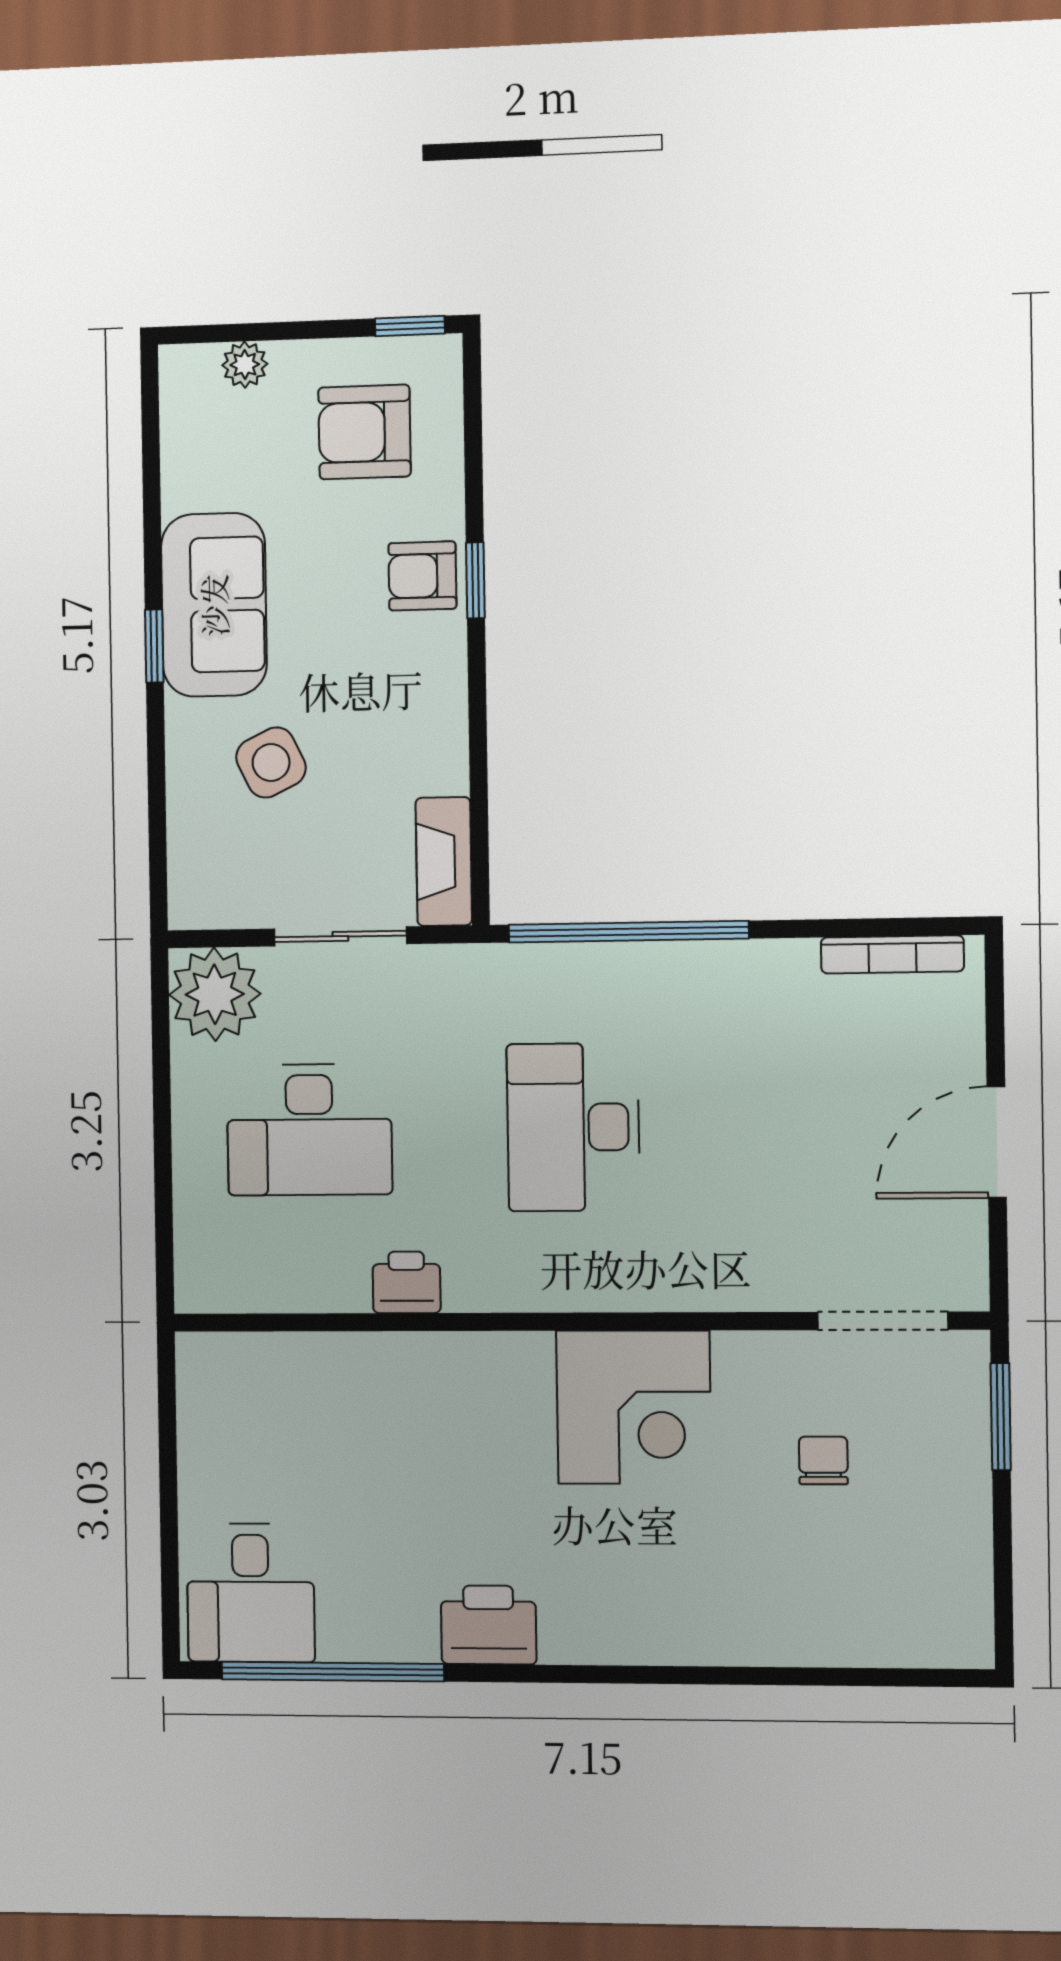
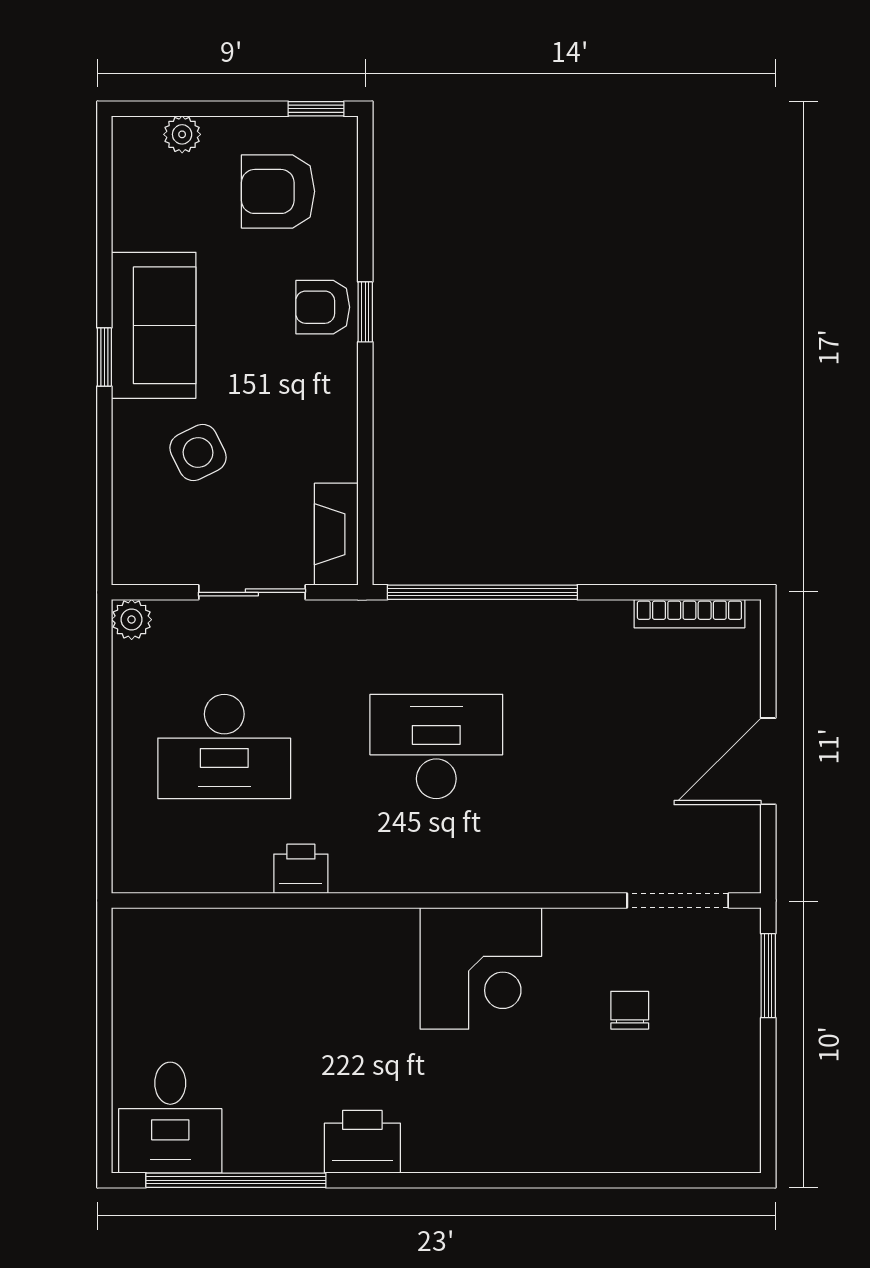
plant: (215, 994) -> (132, 620), width x0.53, depth x0.53
desk: (573, 1127) -> (436, 746), turned 90

